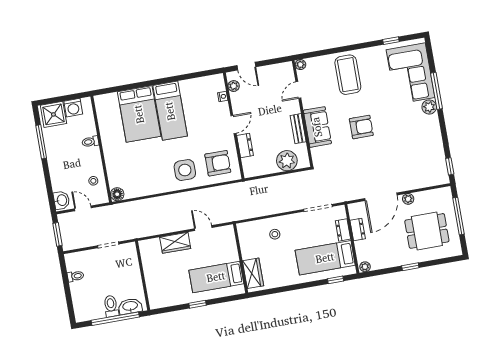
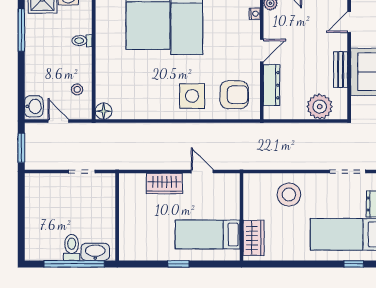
dresser: (245, 146) -> (272, 85), width x1.44
stool: (275, 234) -> (289, 194), width x1.89, depth x1.89
toilet: (76, 276) -> (35, 203), removed

